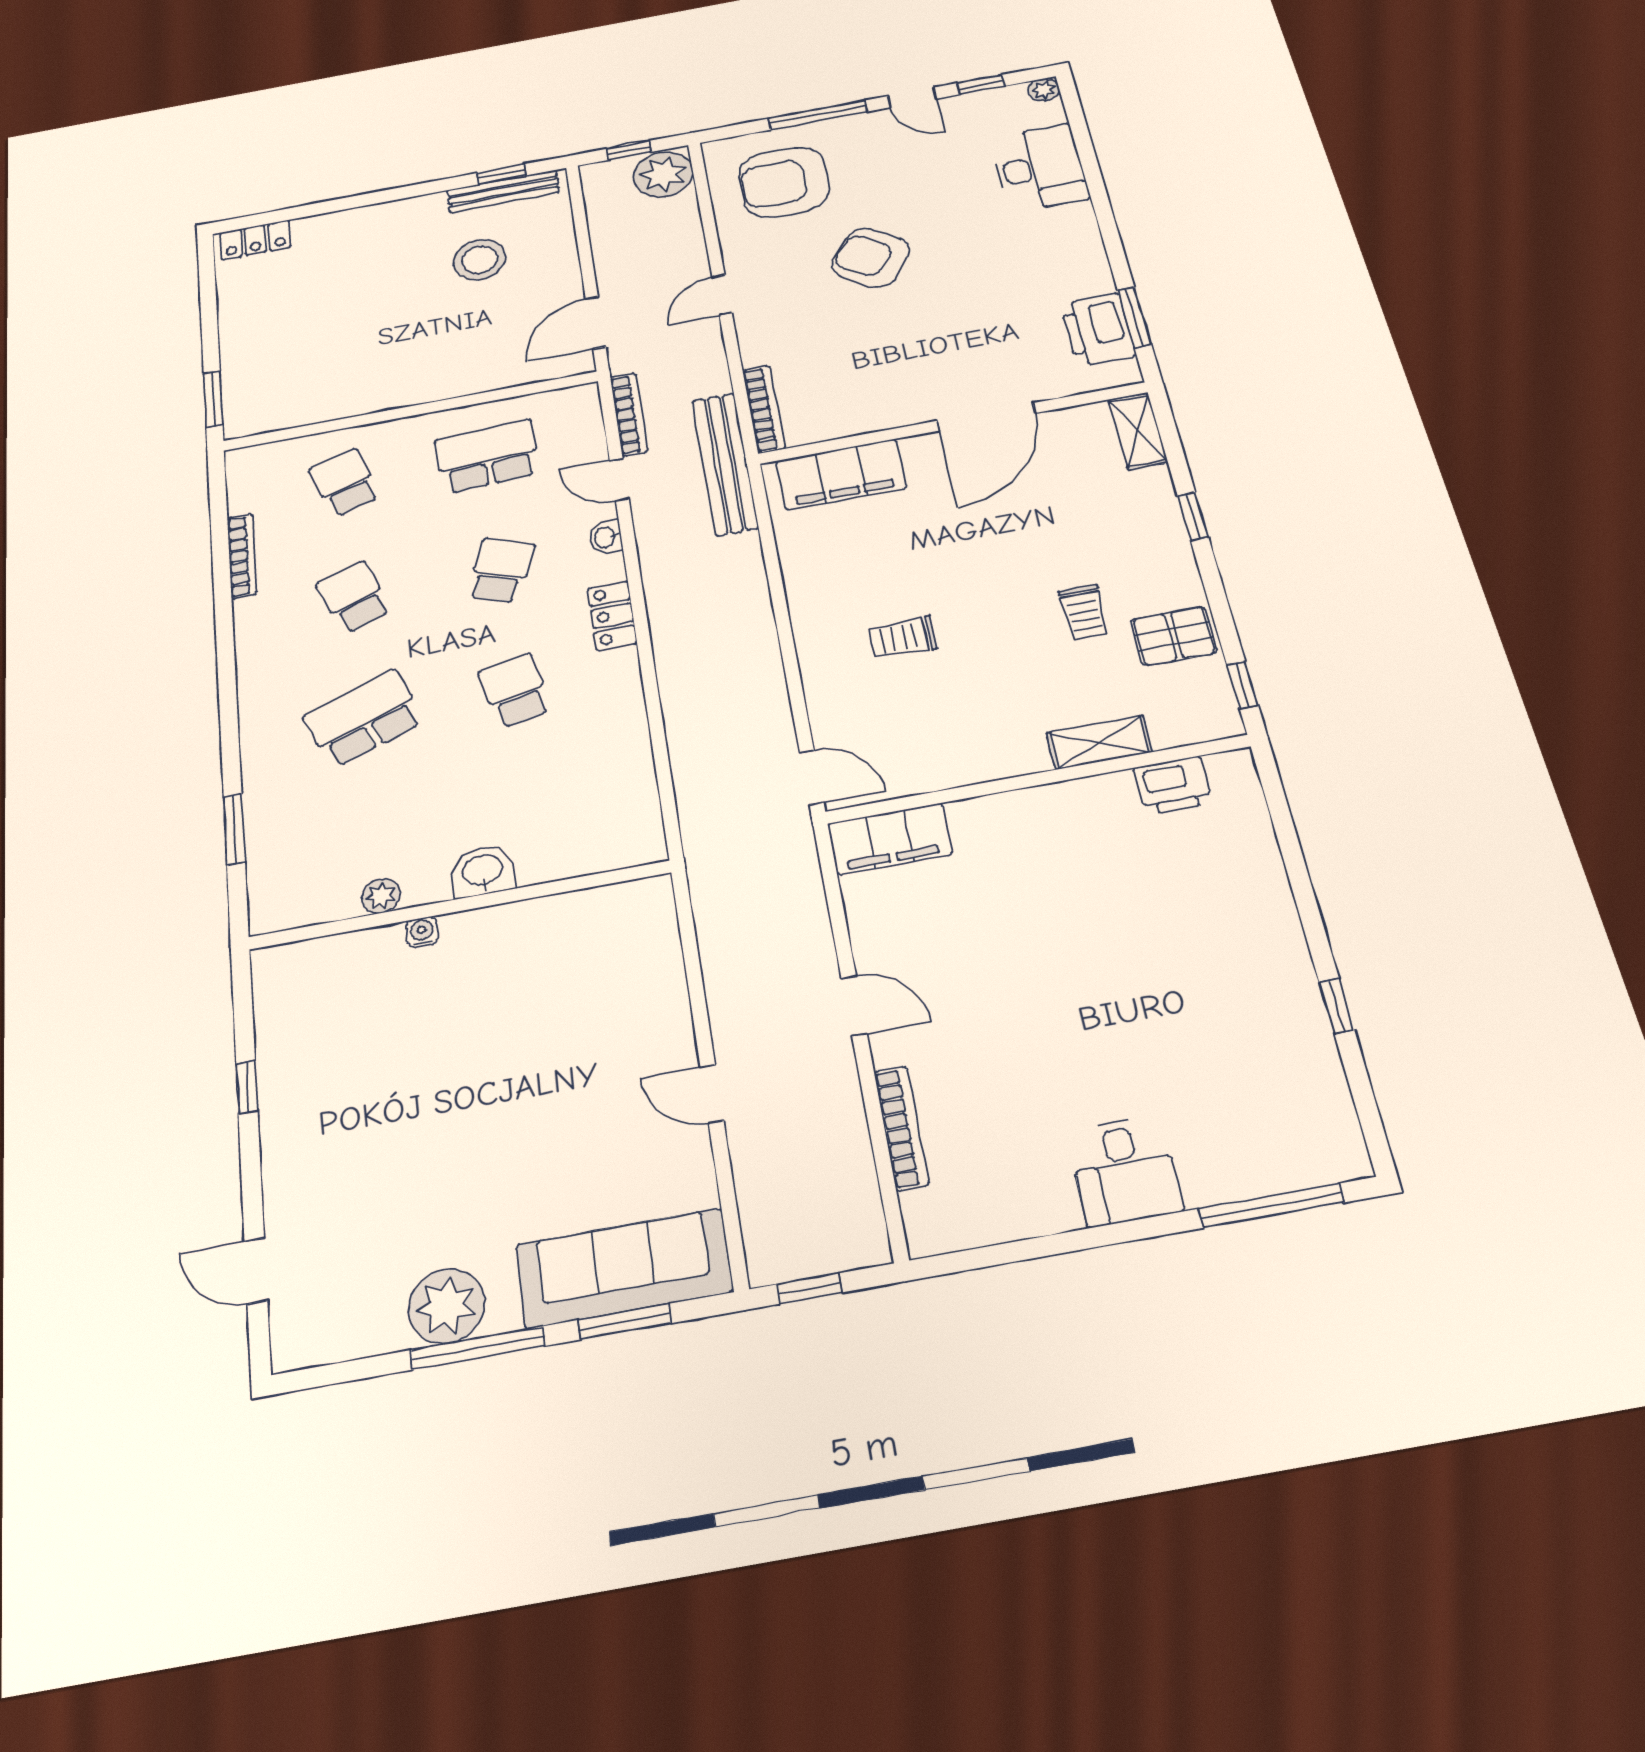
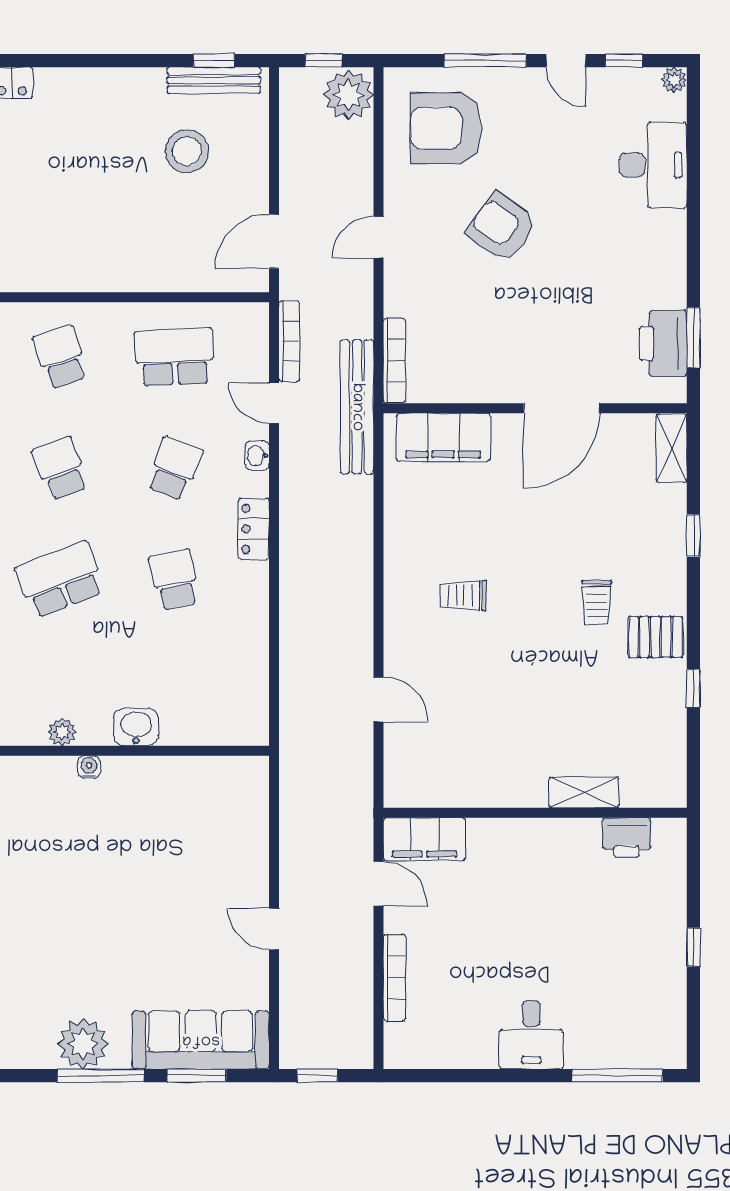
shelving: (1099, 742) -> (584, 792), moved
wall: (1037, 779) -> (535, 813), moved
printer: (1173, 785) -> (627, 838), moved
filing cabinet: (890, 839) -> (424, 839), moved

